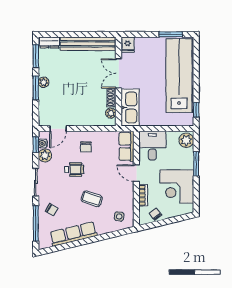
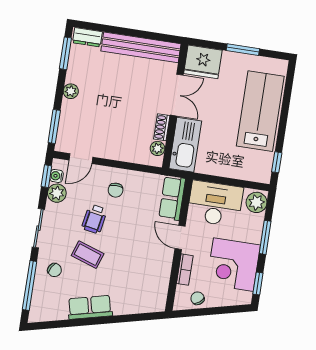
window: (171, 34) -> (243, 50), moved
fridge: (128, 45) -> (203, 62), width x1.88, depth x1.34
double door: (119, 73) -> (177, 95), swing flipped
lab bench: (179, 76) -> (260, 111), width x0.73
window: (36, 88) -> (54, 126), moved
desk: (152, 146) -> (215, 204), width x1.37
wheelchair: (74, 170) -> (94, 219), turned 100
window: (196, 197) -> (258, 283), added
coffee table: (92, 199) -> (88, 255), moved
side table: (119, 216) -> (147, 294), removed
row of seats: (73, 234) -> (90, 307), width x0.68

